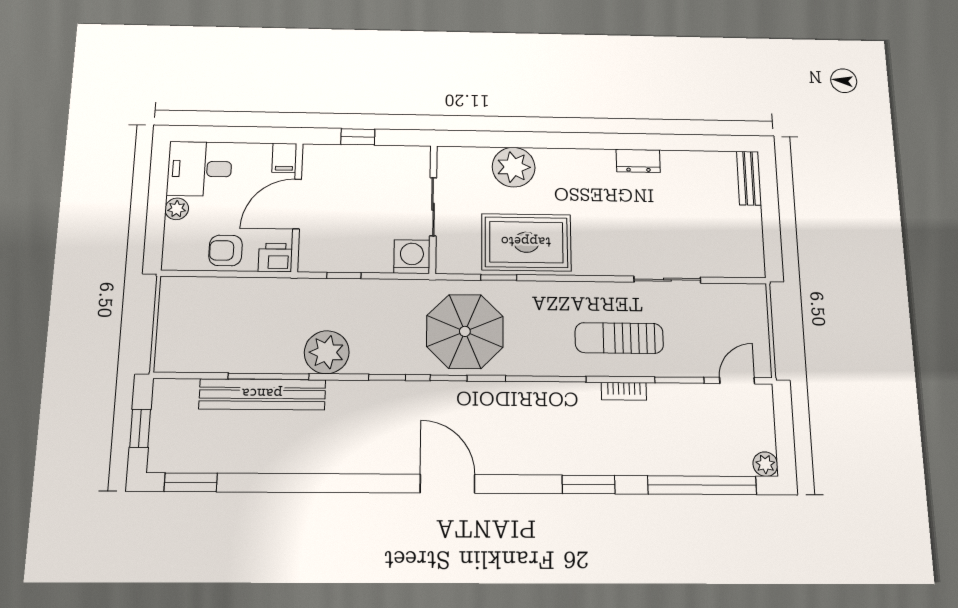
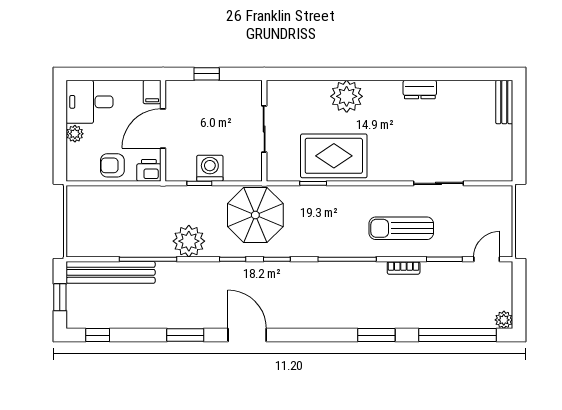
plant: (514, 167) -> (347, 96), moved
washing machine: (412, 257) -> (210, 168), moved
parasol: (465, 331) -> (255, 215), moved
bench: (262, 394) -> (111, 272), moved
window: (191, 482) -> (98, 335), width x0.67
window: (317, 483) -> (185, 335), added
door: (448, 484) -> (247, 335), moved

